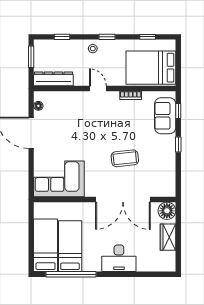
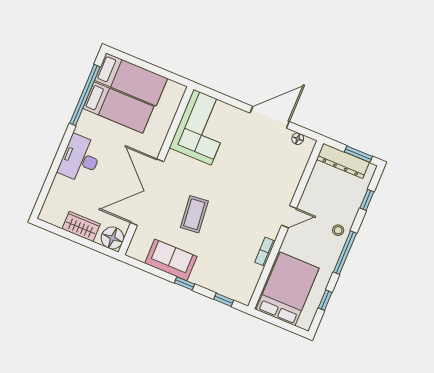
window: (107, 37) -> (345, 253), width x2.17
dresser: (53, 79) -> (343, 161), moved, turned 90
sofa: (165, 116) -> (171, 260), moved

